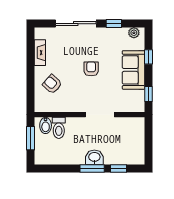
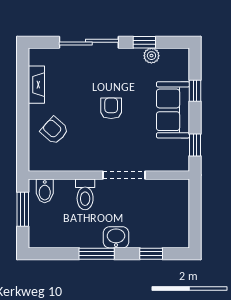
plant: (134, 33) -> (151, 56), moved
toilet: (59, 128) -> (85, 194), moved
window: (92, 169) -> (97, 254), moved

